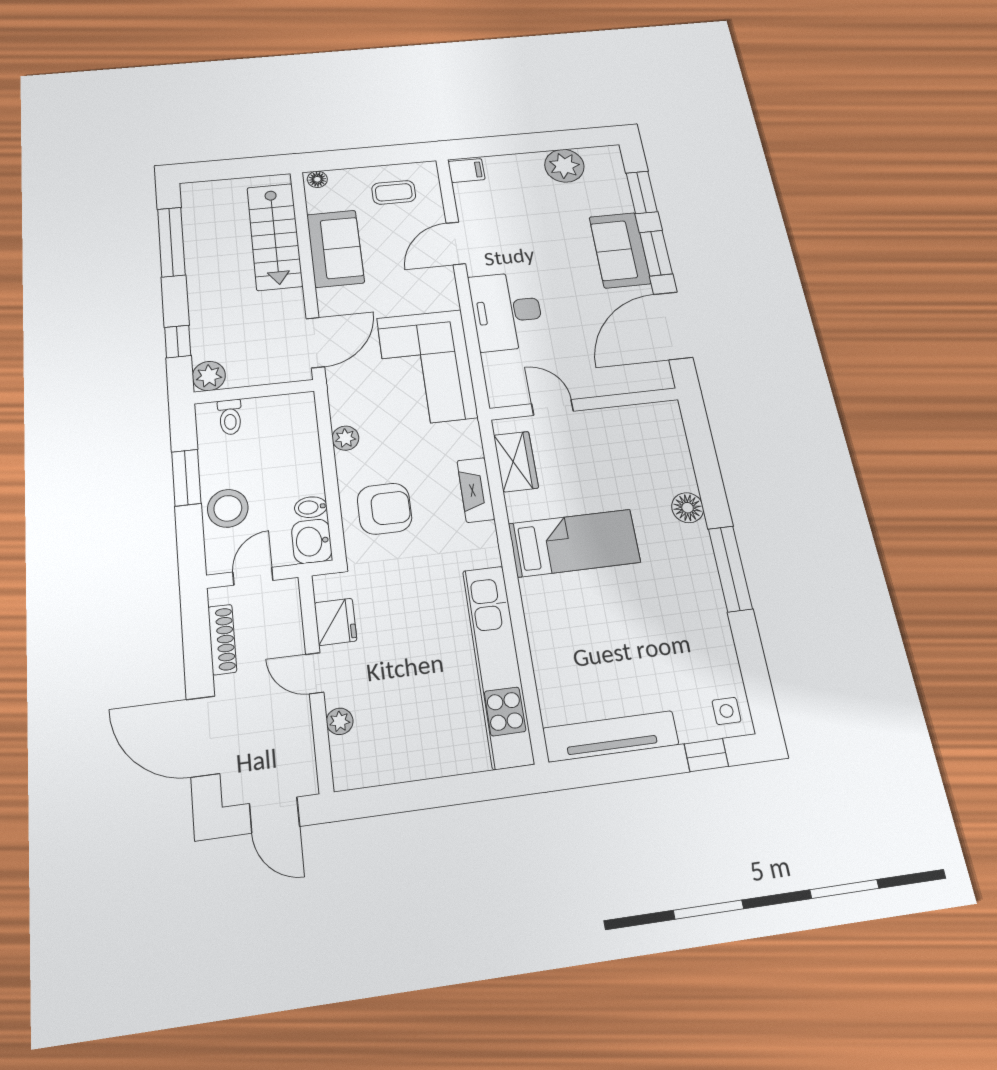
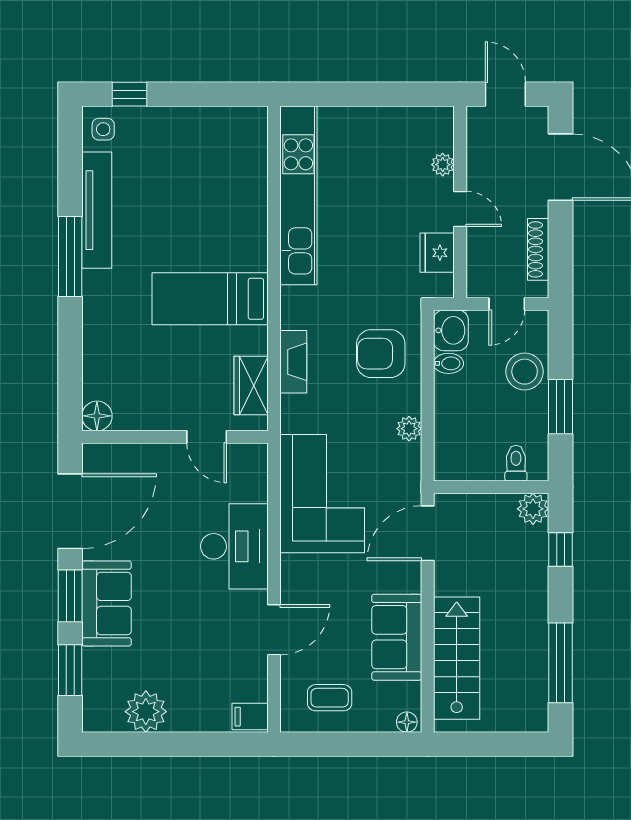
floor lamp: (688, 508) -> (97, 416), moved
tv unit: (611, 736) -> (97, 210), moved, turned -90

